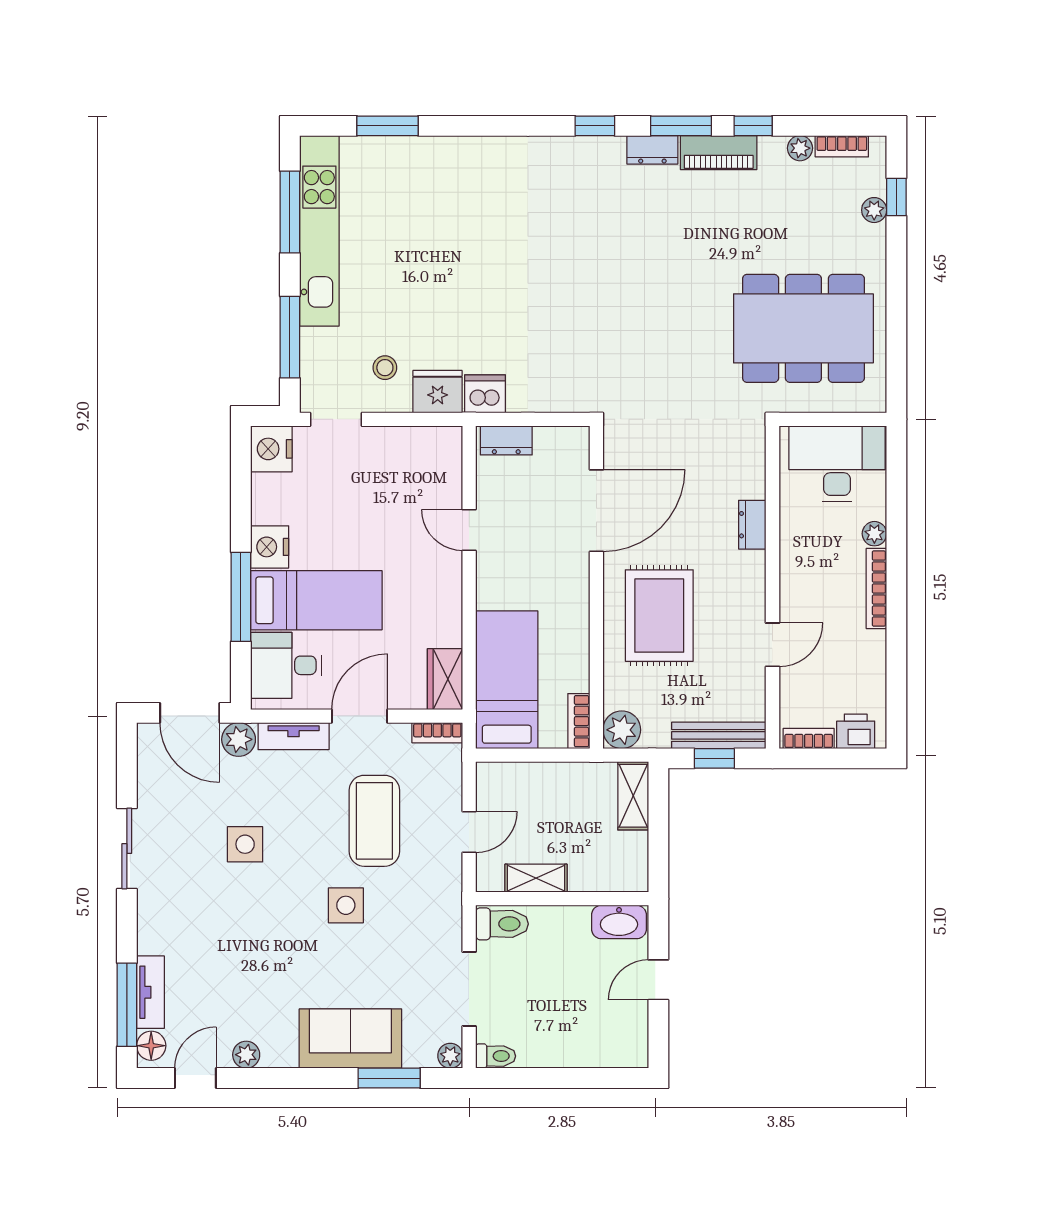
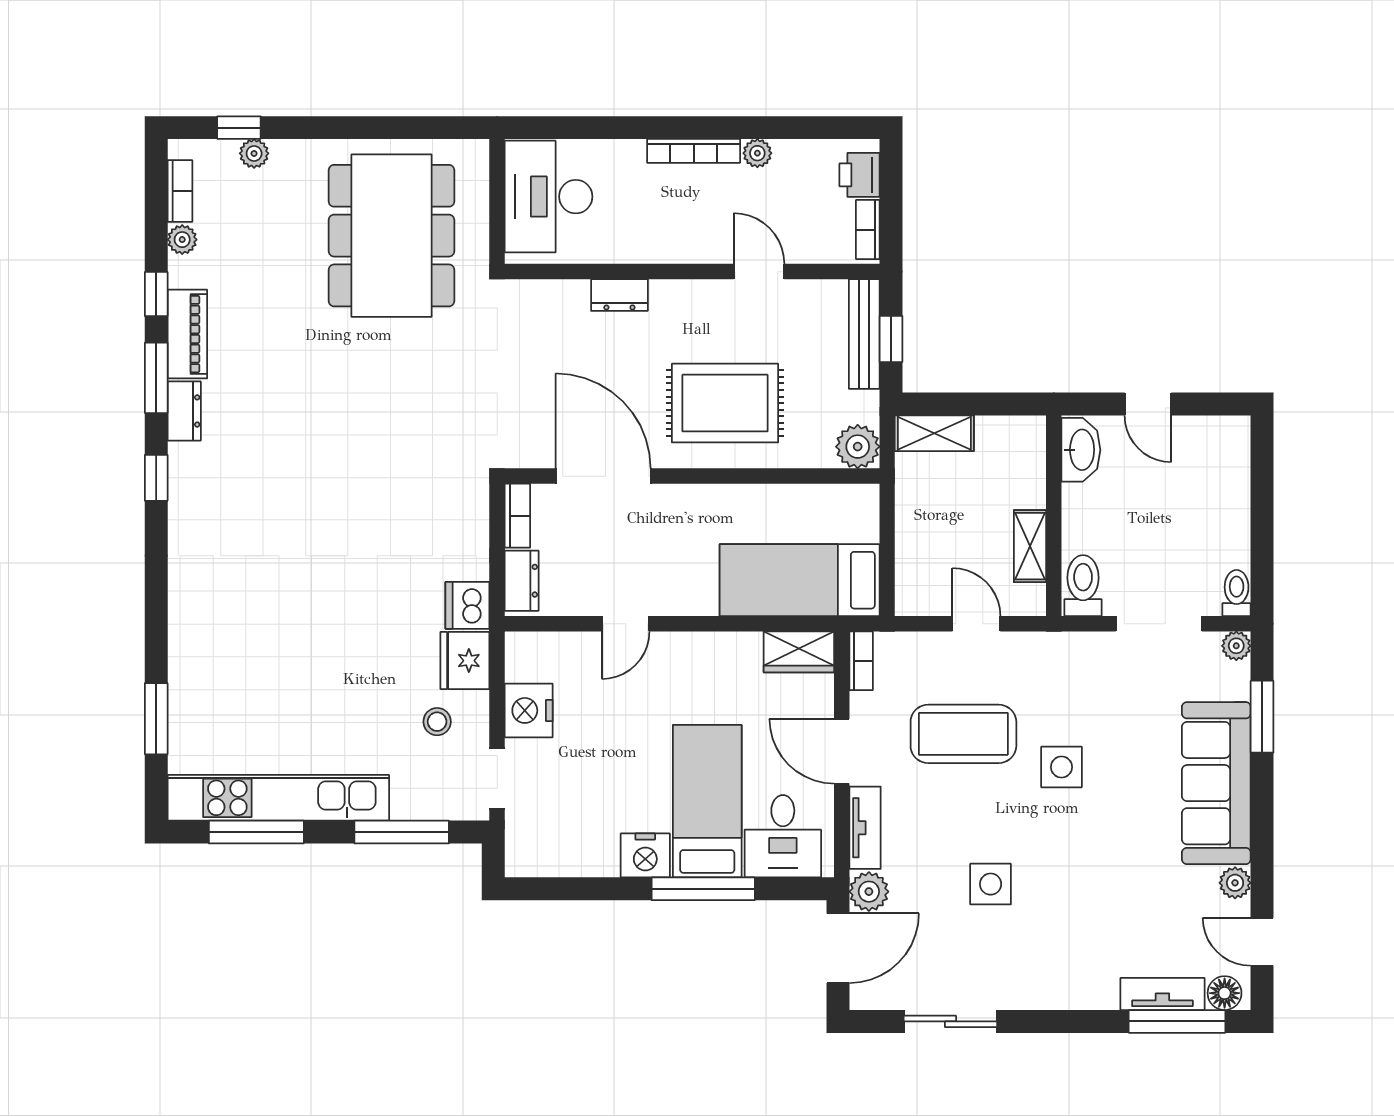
nightstand: (271, 449) -> (529, 710), moved, turned 90
plant: (874, 534) -> (757, 153), moved
bookcase: (579, 721) -> (517, 516), moved, turned -90
sliding door: (127, 848) -> (950, 1021), moved
sofa: (350, 1039) -> (1216, 783), width x1.36

